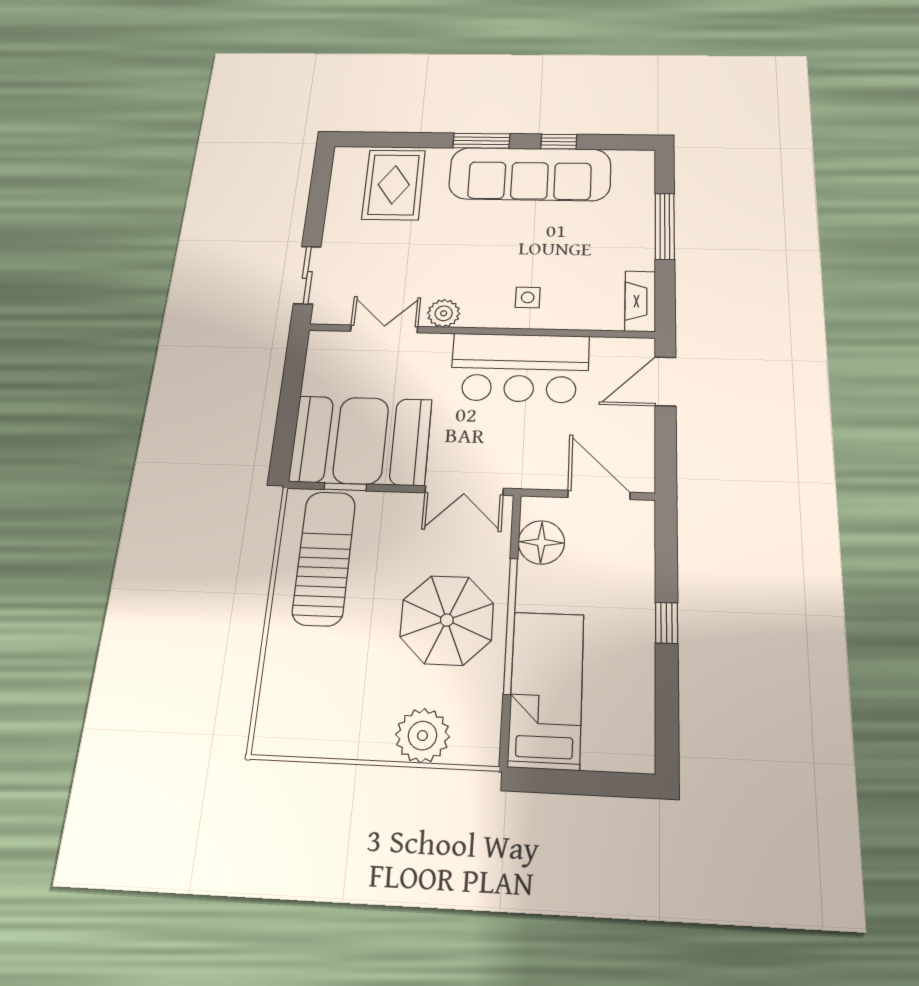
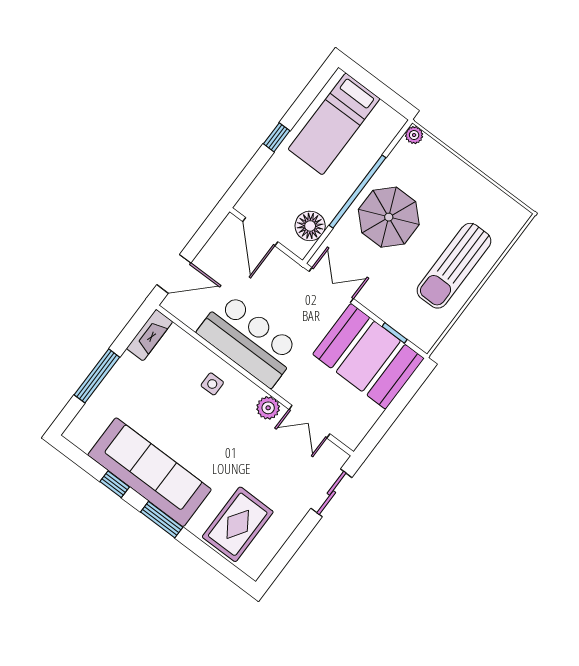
sun lounger: (324, 558) -> (454, 266), moved
bed: (546, 689) -> (334, 124), moved
plant: (422, 736) -> (414, 135), moved, width x0.53, depth x0.53

